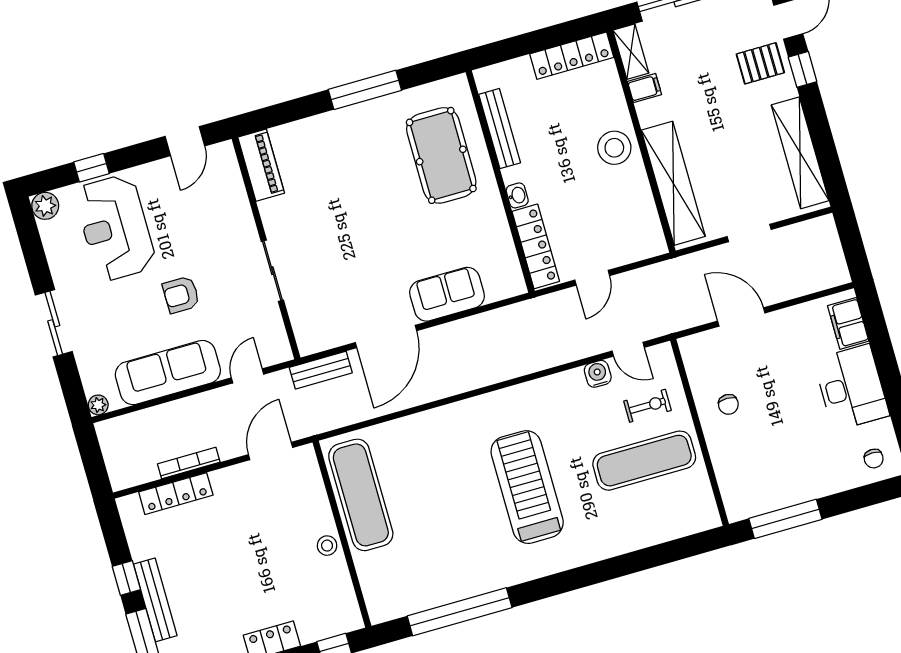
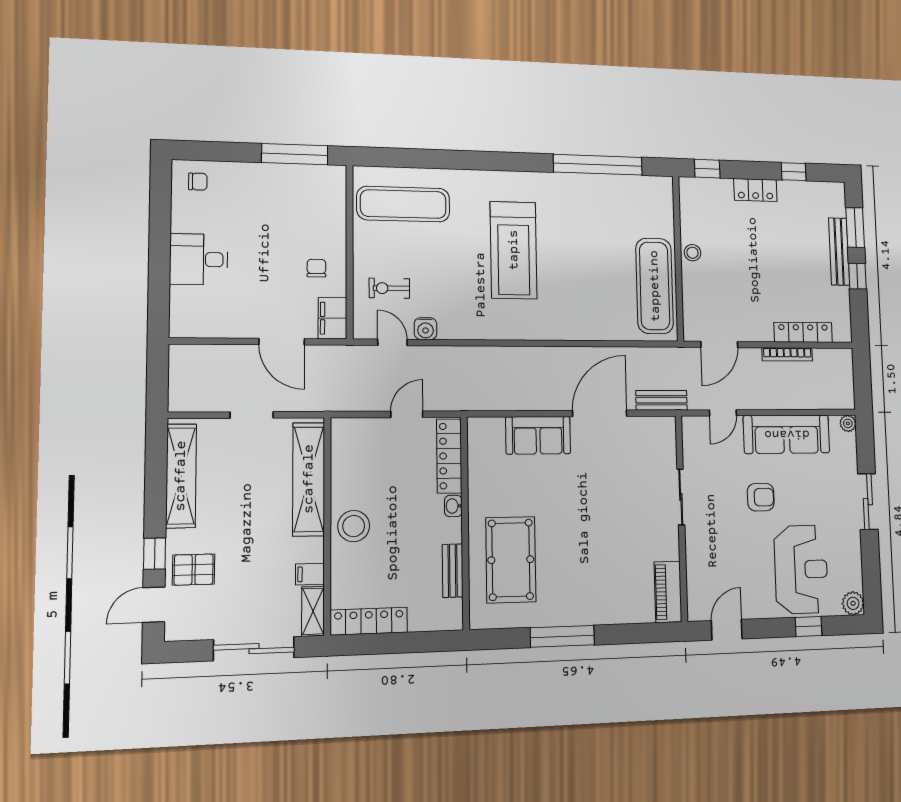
bench: (500, 129) -> (453, 571), width x0.73
filing cabinet: (848, 323) -> (333, 318), moved, turned 180
desk: (851, 387) -> (199, 259), width x0.73
chair: (874, 459) -> (198, 182), turned 90
exercise mat: (644, 461) -> (403, 204), moved

